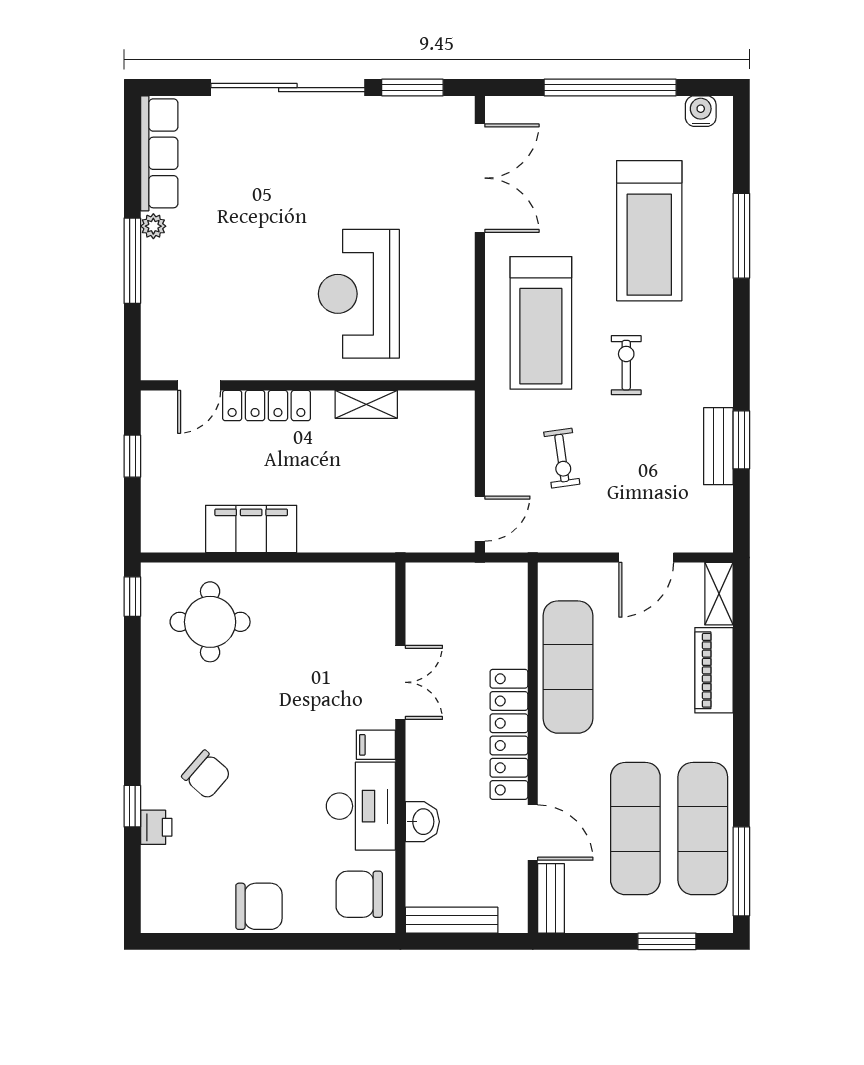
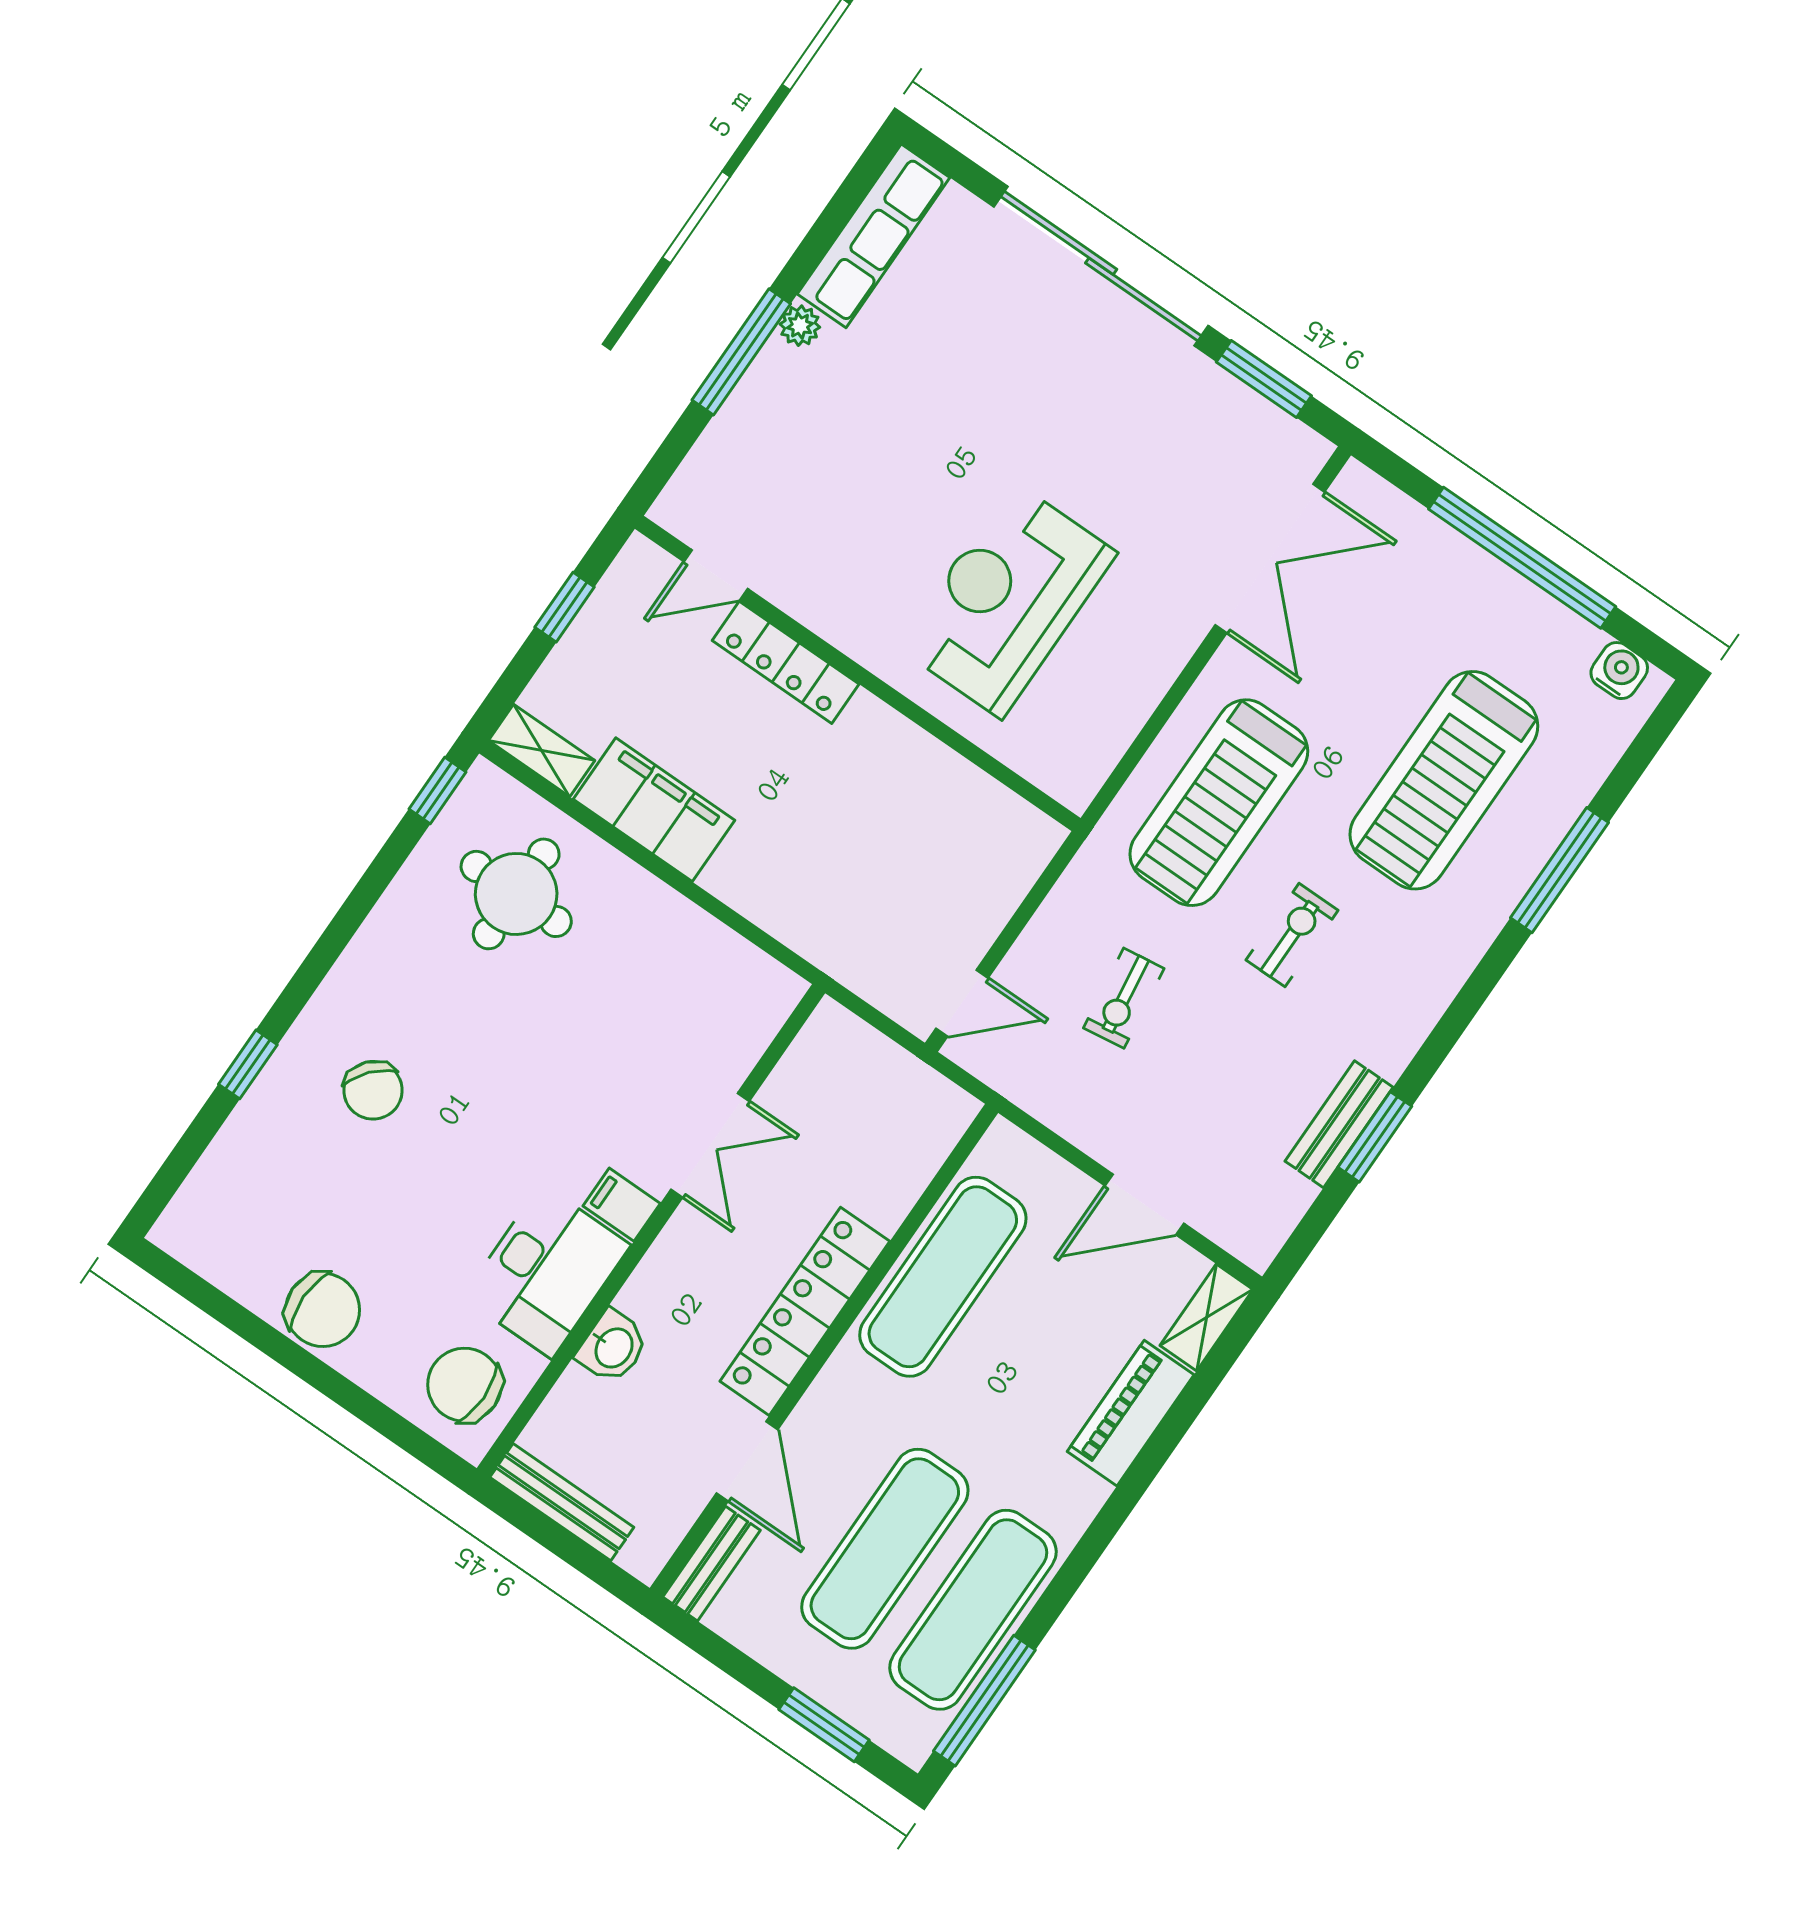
shelving: (366, 404) -> (542, 751), moved
printer: (156, 827) -> (260, 1114), removed

